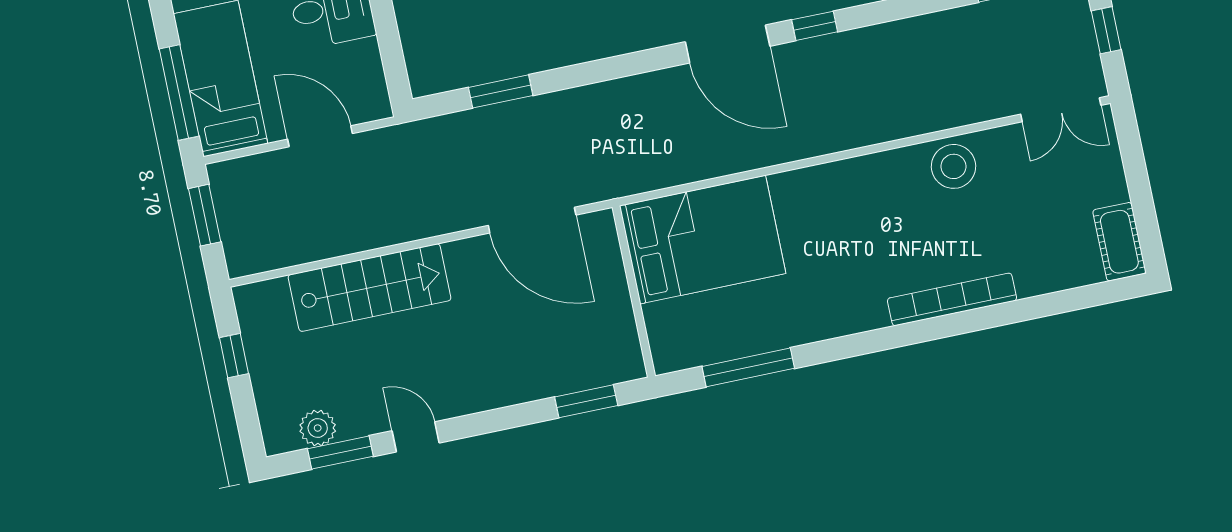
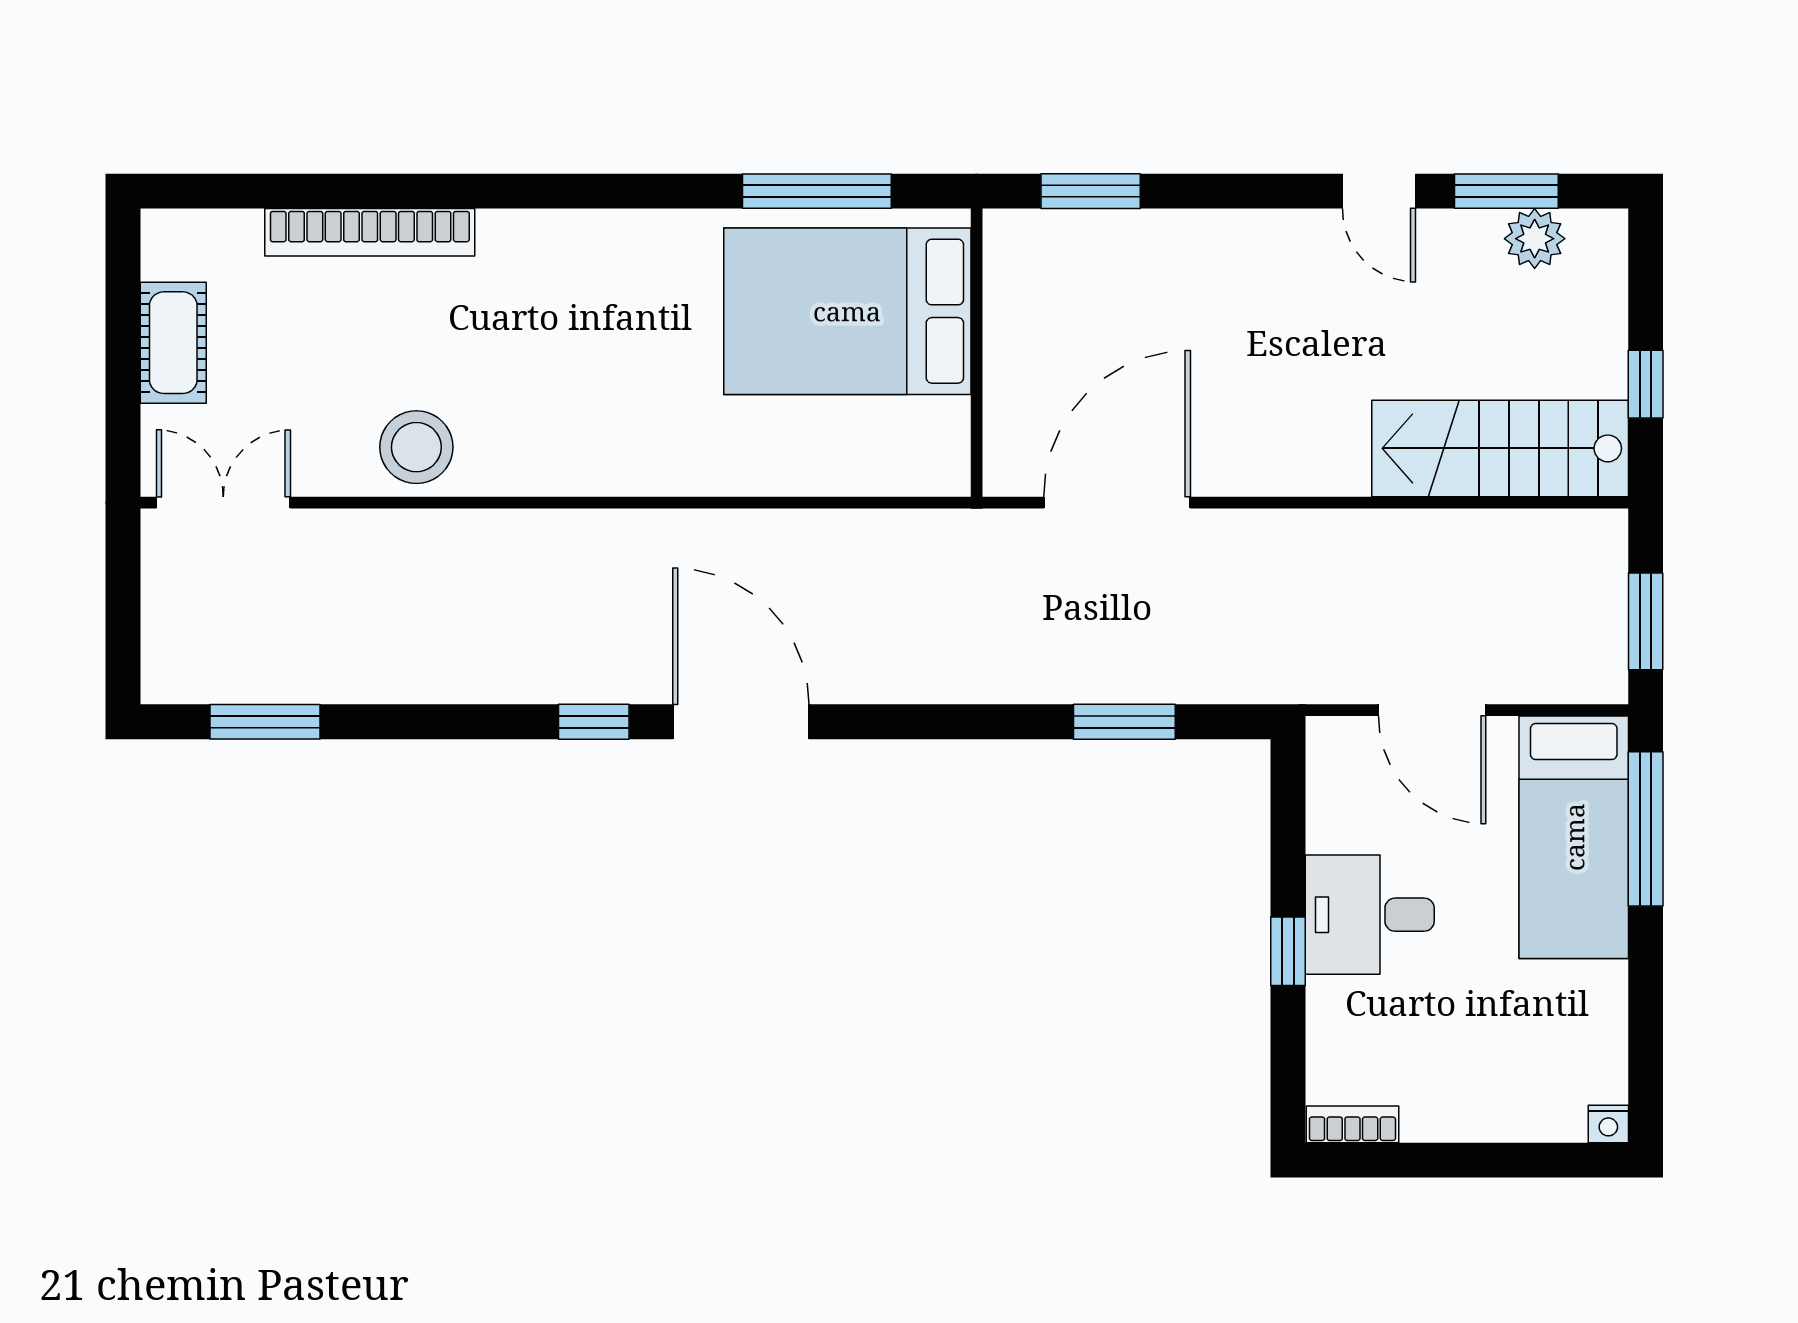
window: (1106, 30) -> (123, 616), removed
door: (532, 220) -> (1117, 503), hinge flipped
bed: (703, 240) -> (847, 311), moved
cot: (1119, 242) -> (173, 343), moved
stairs: (370, 288) -> (1500, 448), moved
bookcase: (952, 299) -> (370, 232), moved

